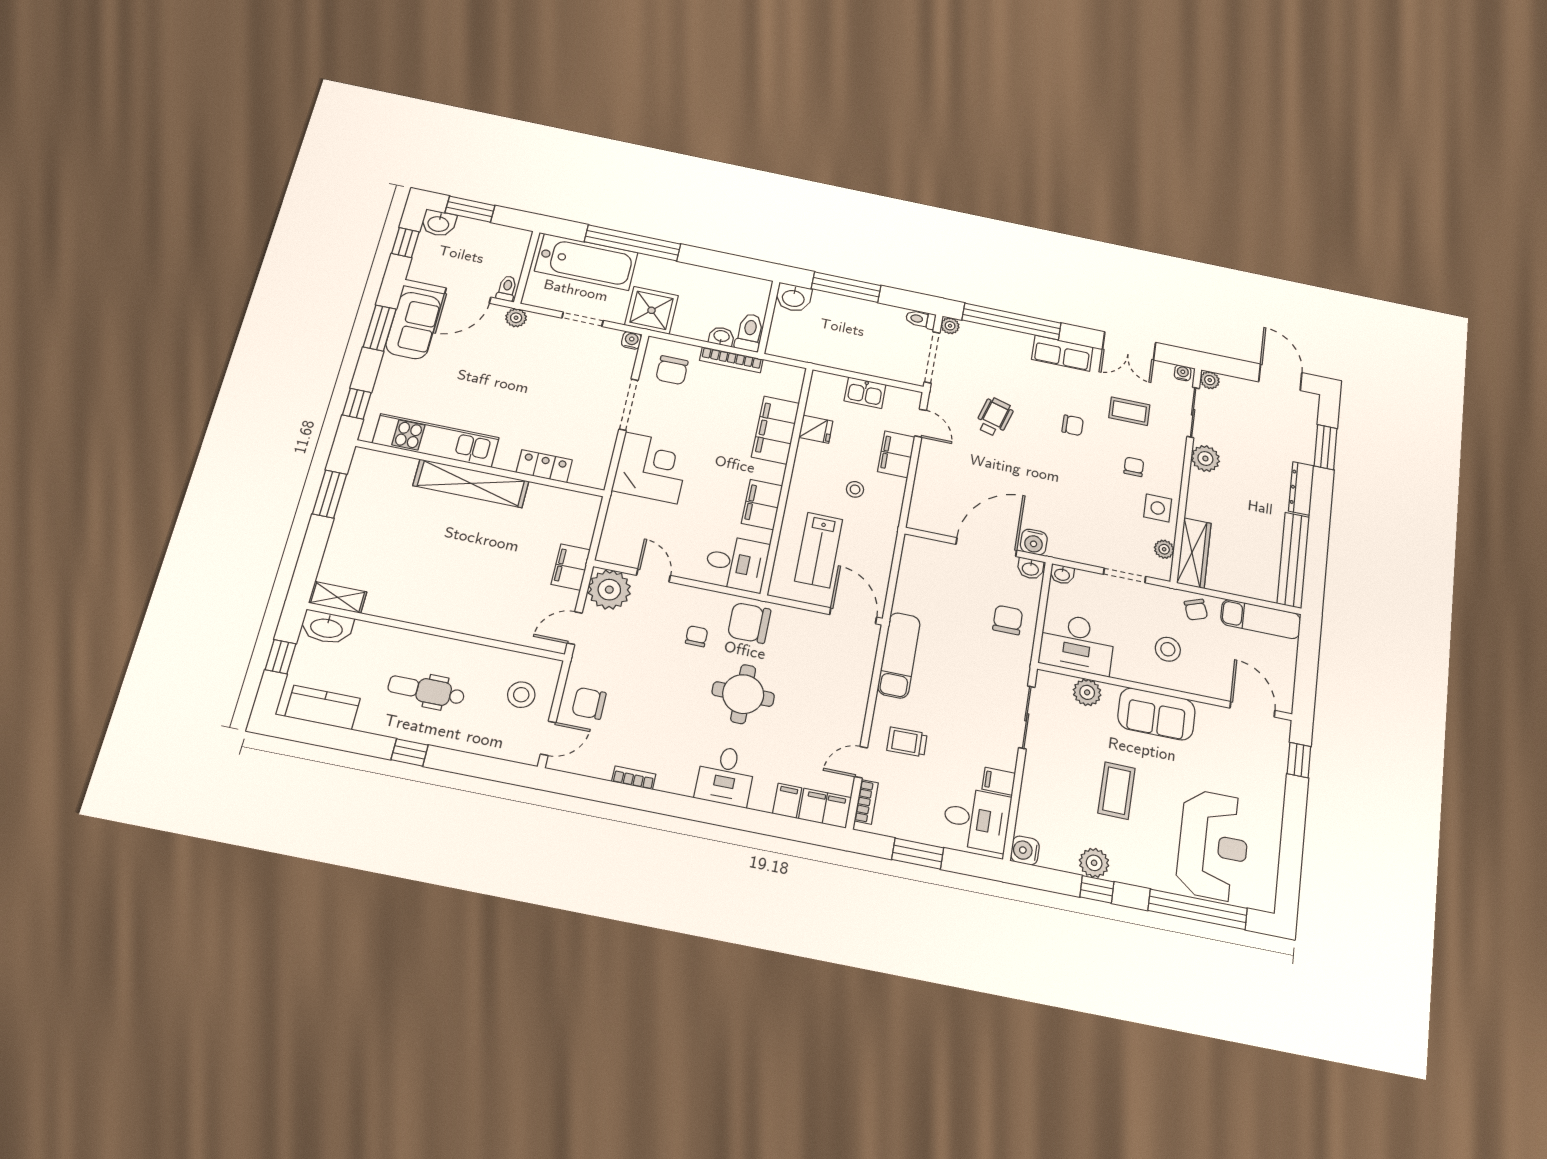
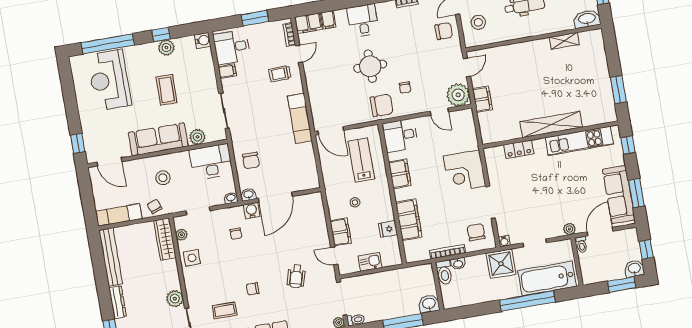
sofa: (413, 325) -> (619, 195), width x1.36
chair: (1134, 467) -> (236, 234), moved
shelving: (338, 597) -> (564, 41), moved
sofa: (1156, 714) -> (158, 139), width x1.36
trolley: (907, 742) -> (280, 74), turned 180

